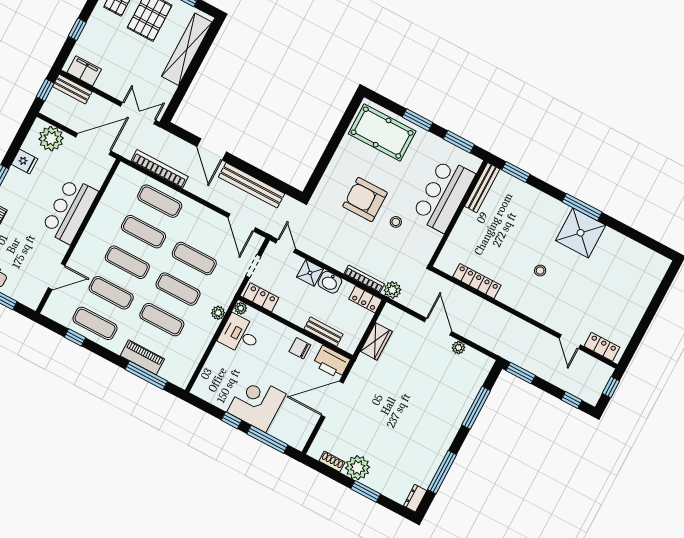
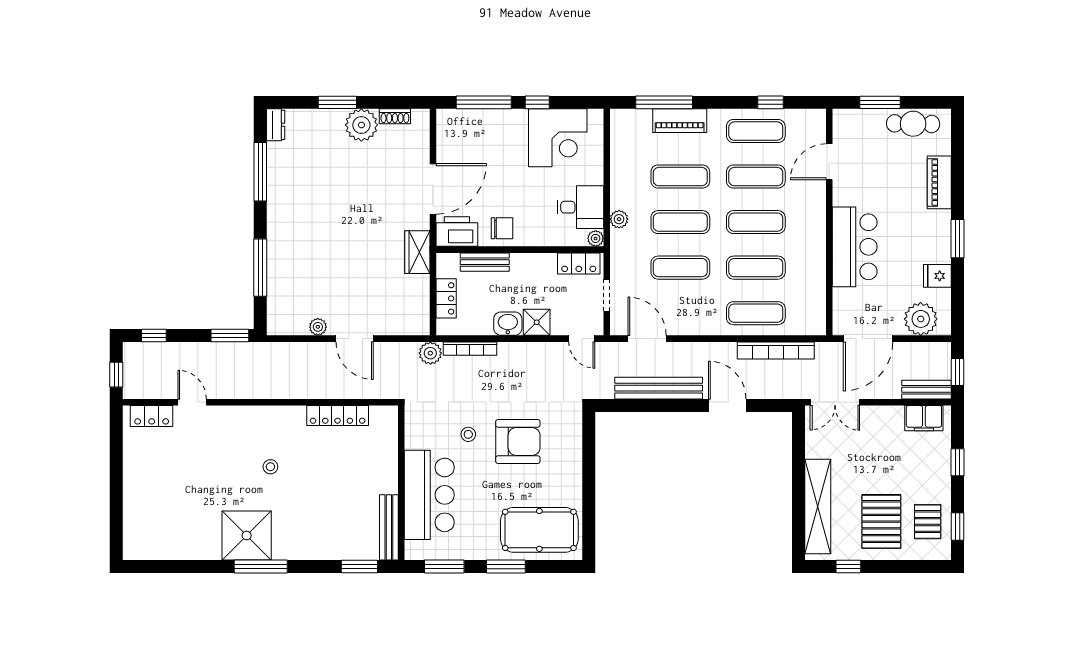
locker: (365, 299) -> (446, 298), moved, turned 90
wardrobe: (376, 341) -> (417, 252), moved
corner desk: (256, 403) -> (558, 138), moved

